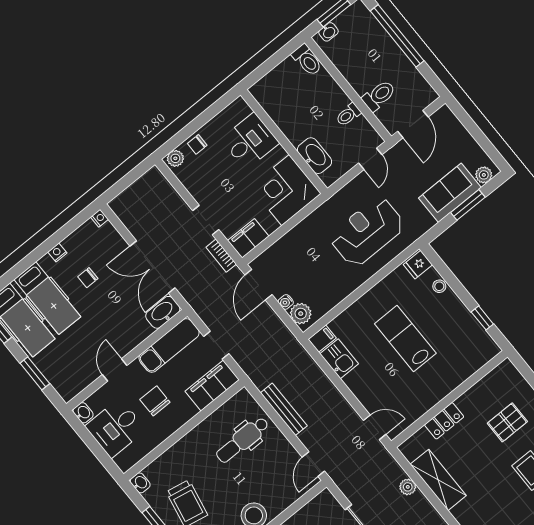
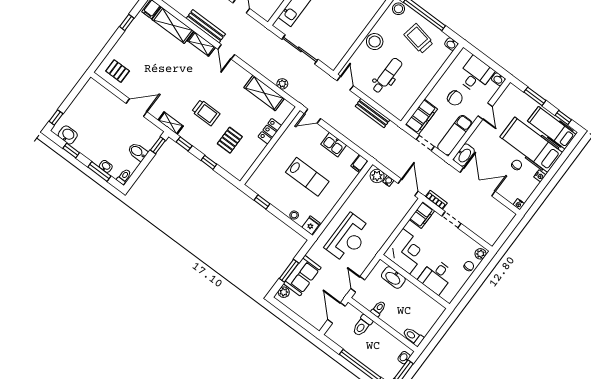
hospital bed: (47, 298) -> (531, 145), width x1.37, depth x1.29
kitchen sink: (339, 359) -> (334, 145), moved
dental chair: (242, 440) -> (387, 76), moved

